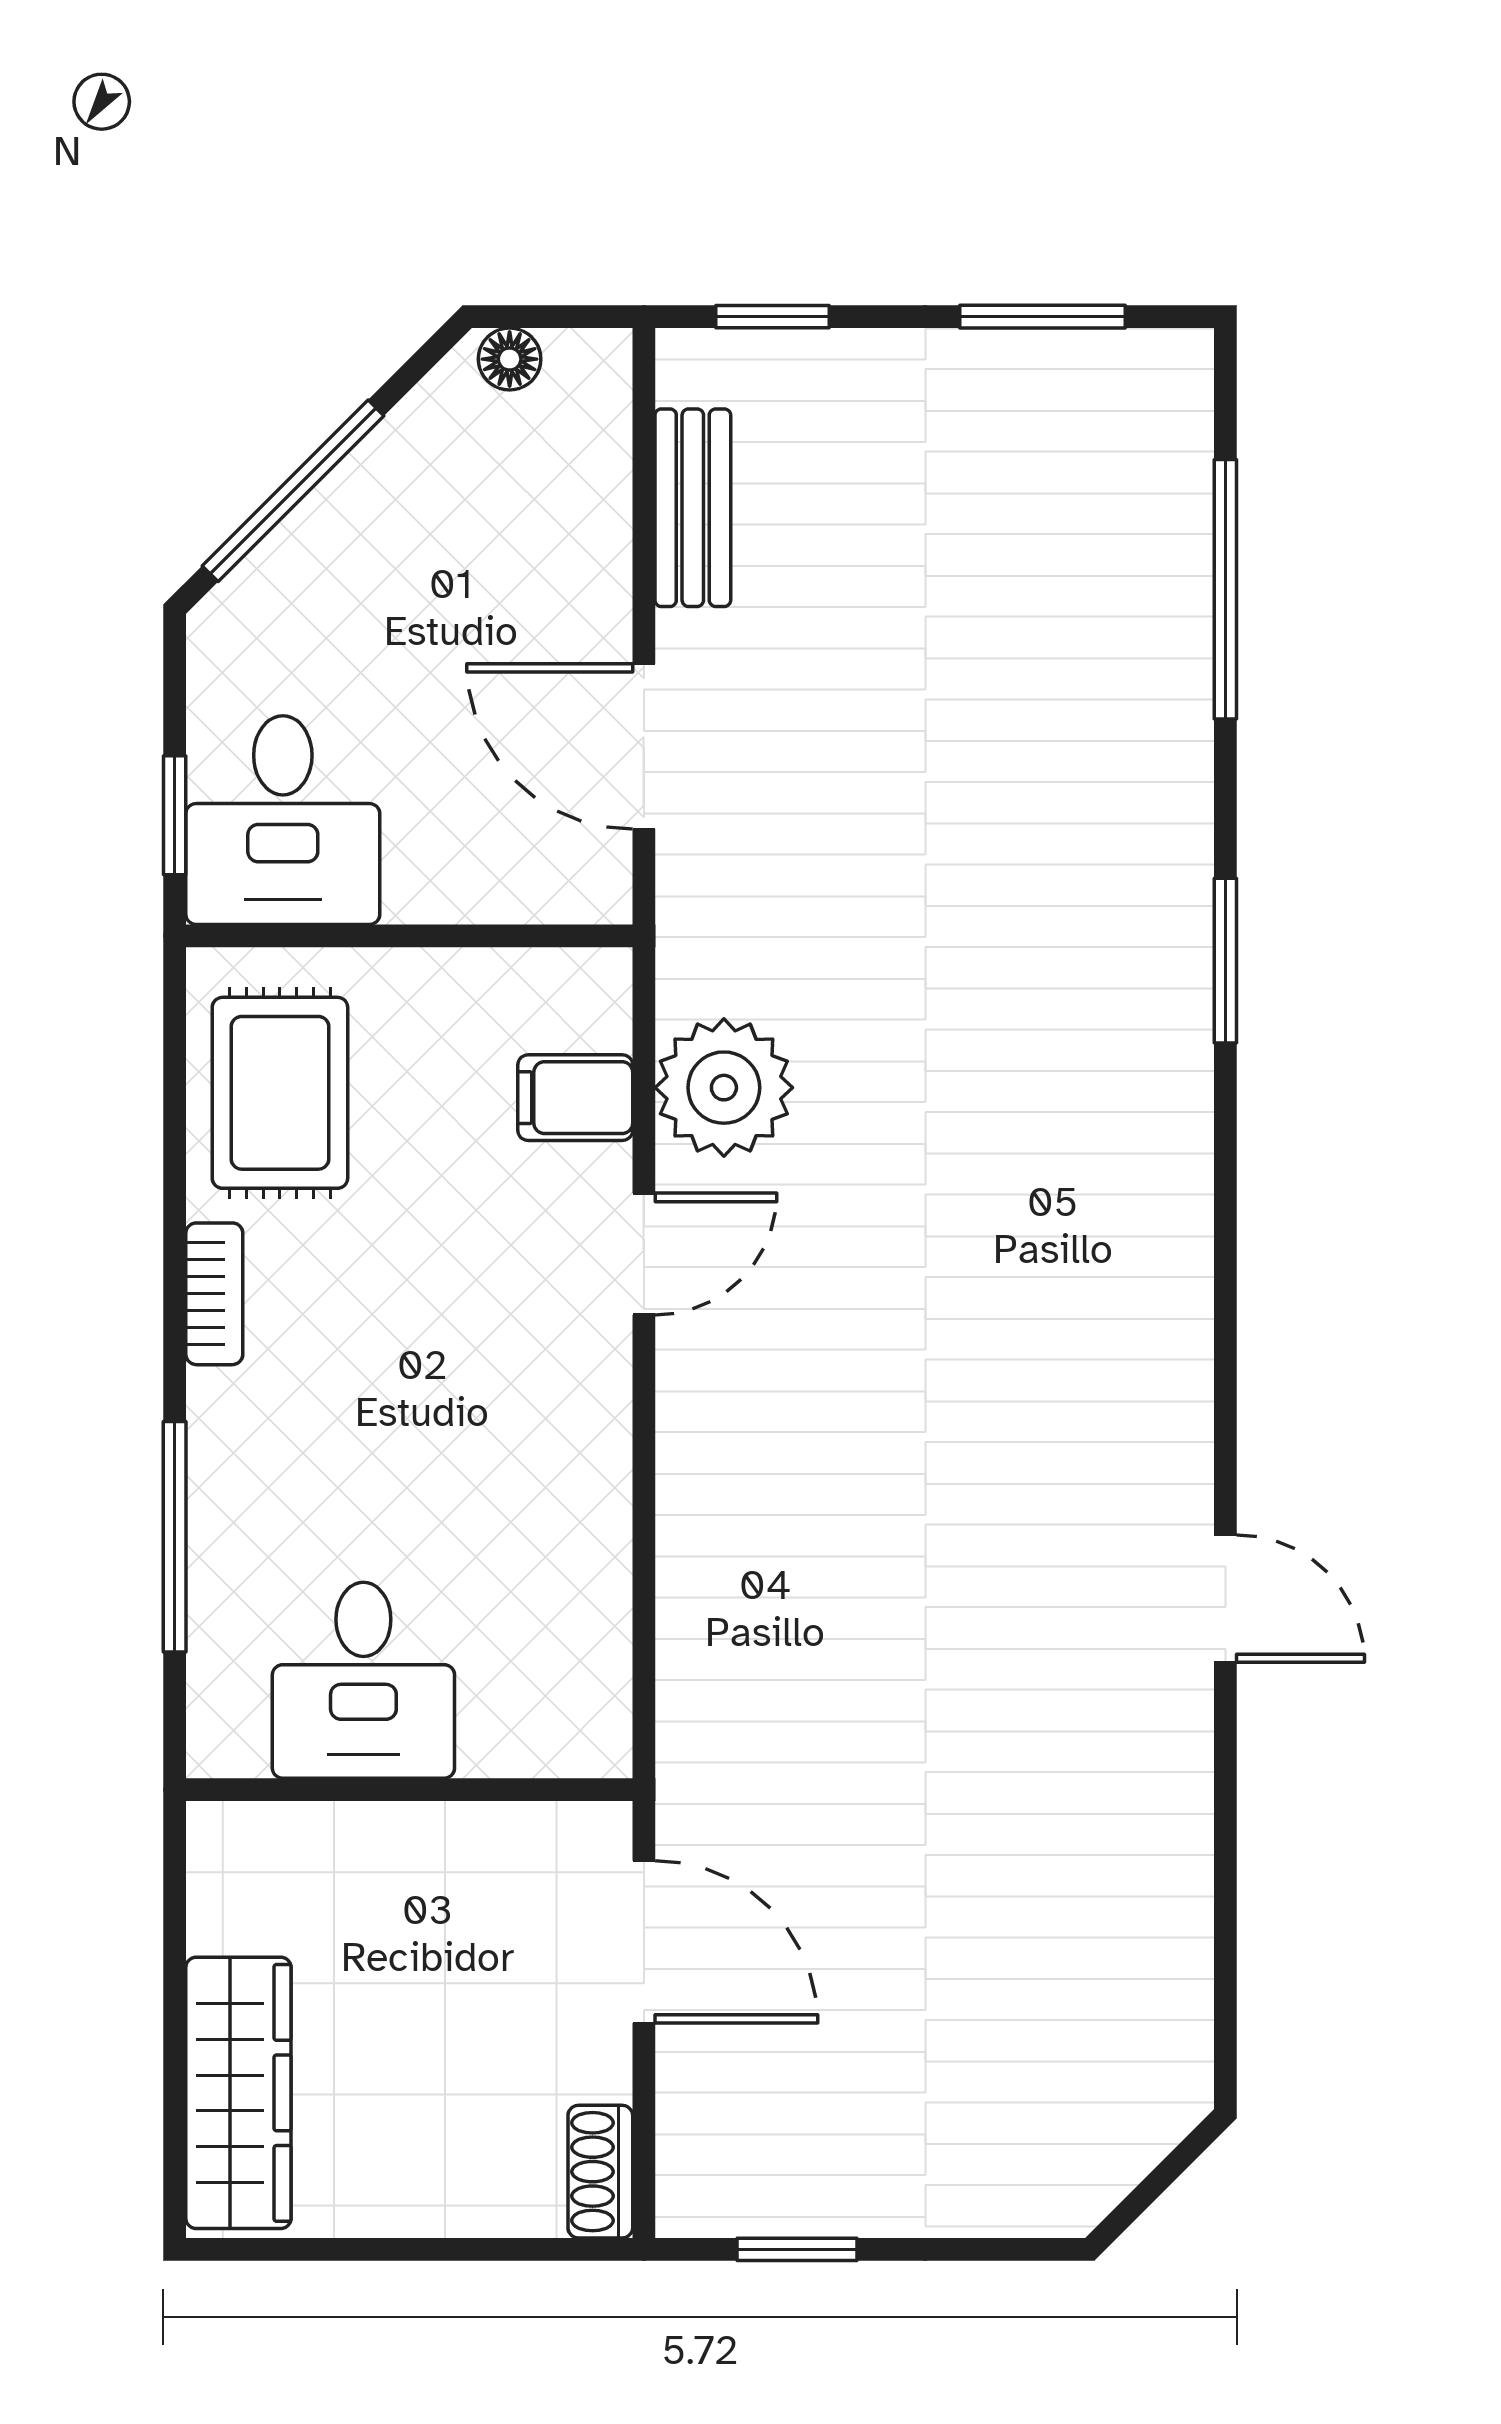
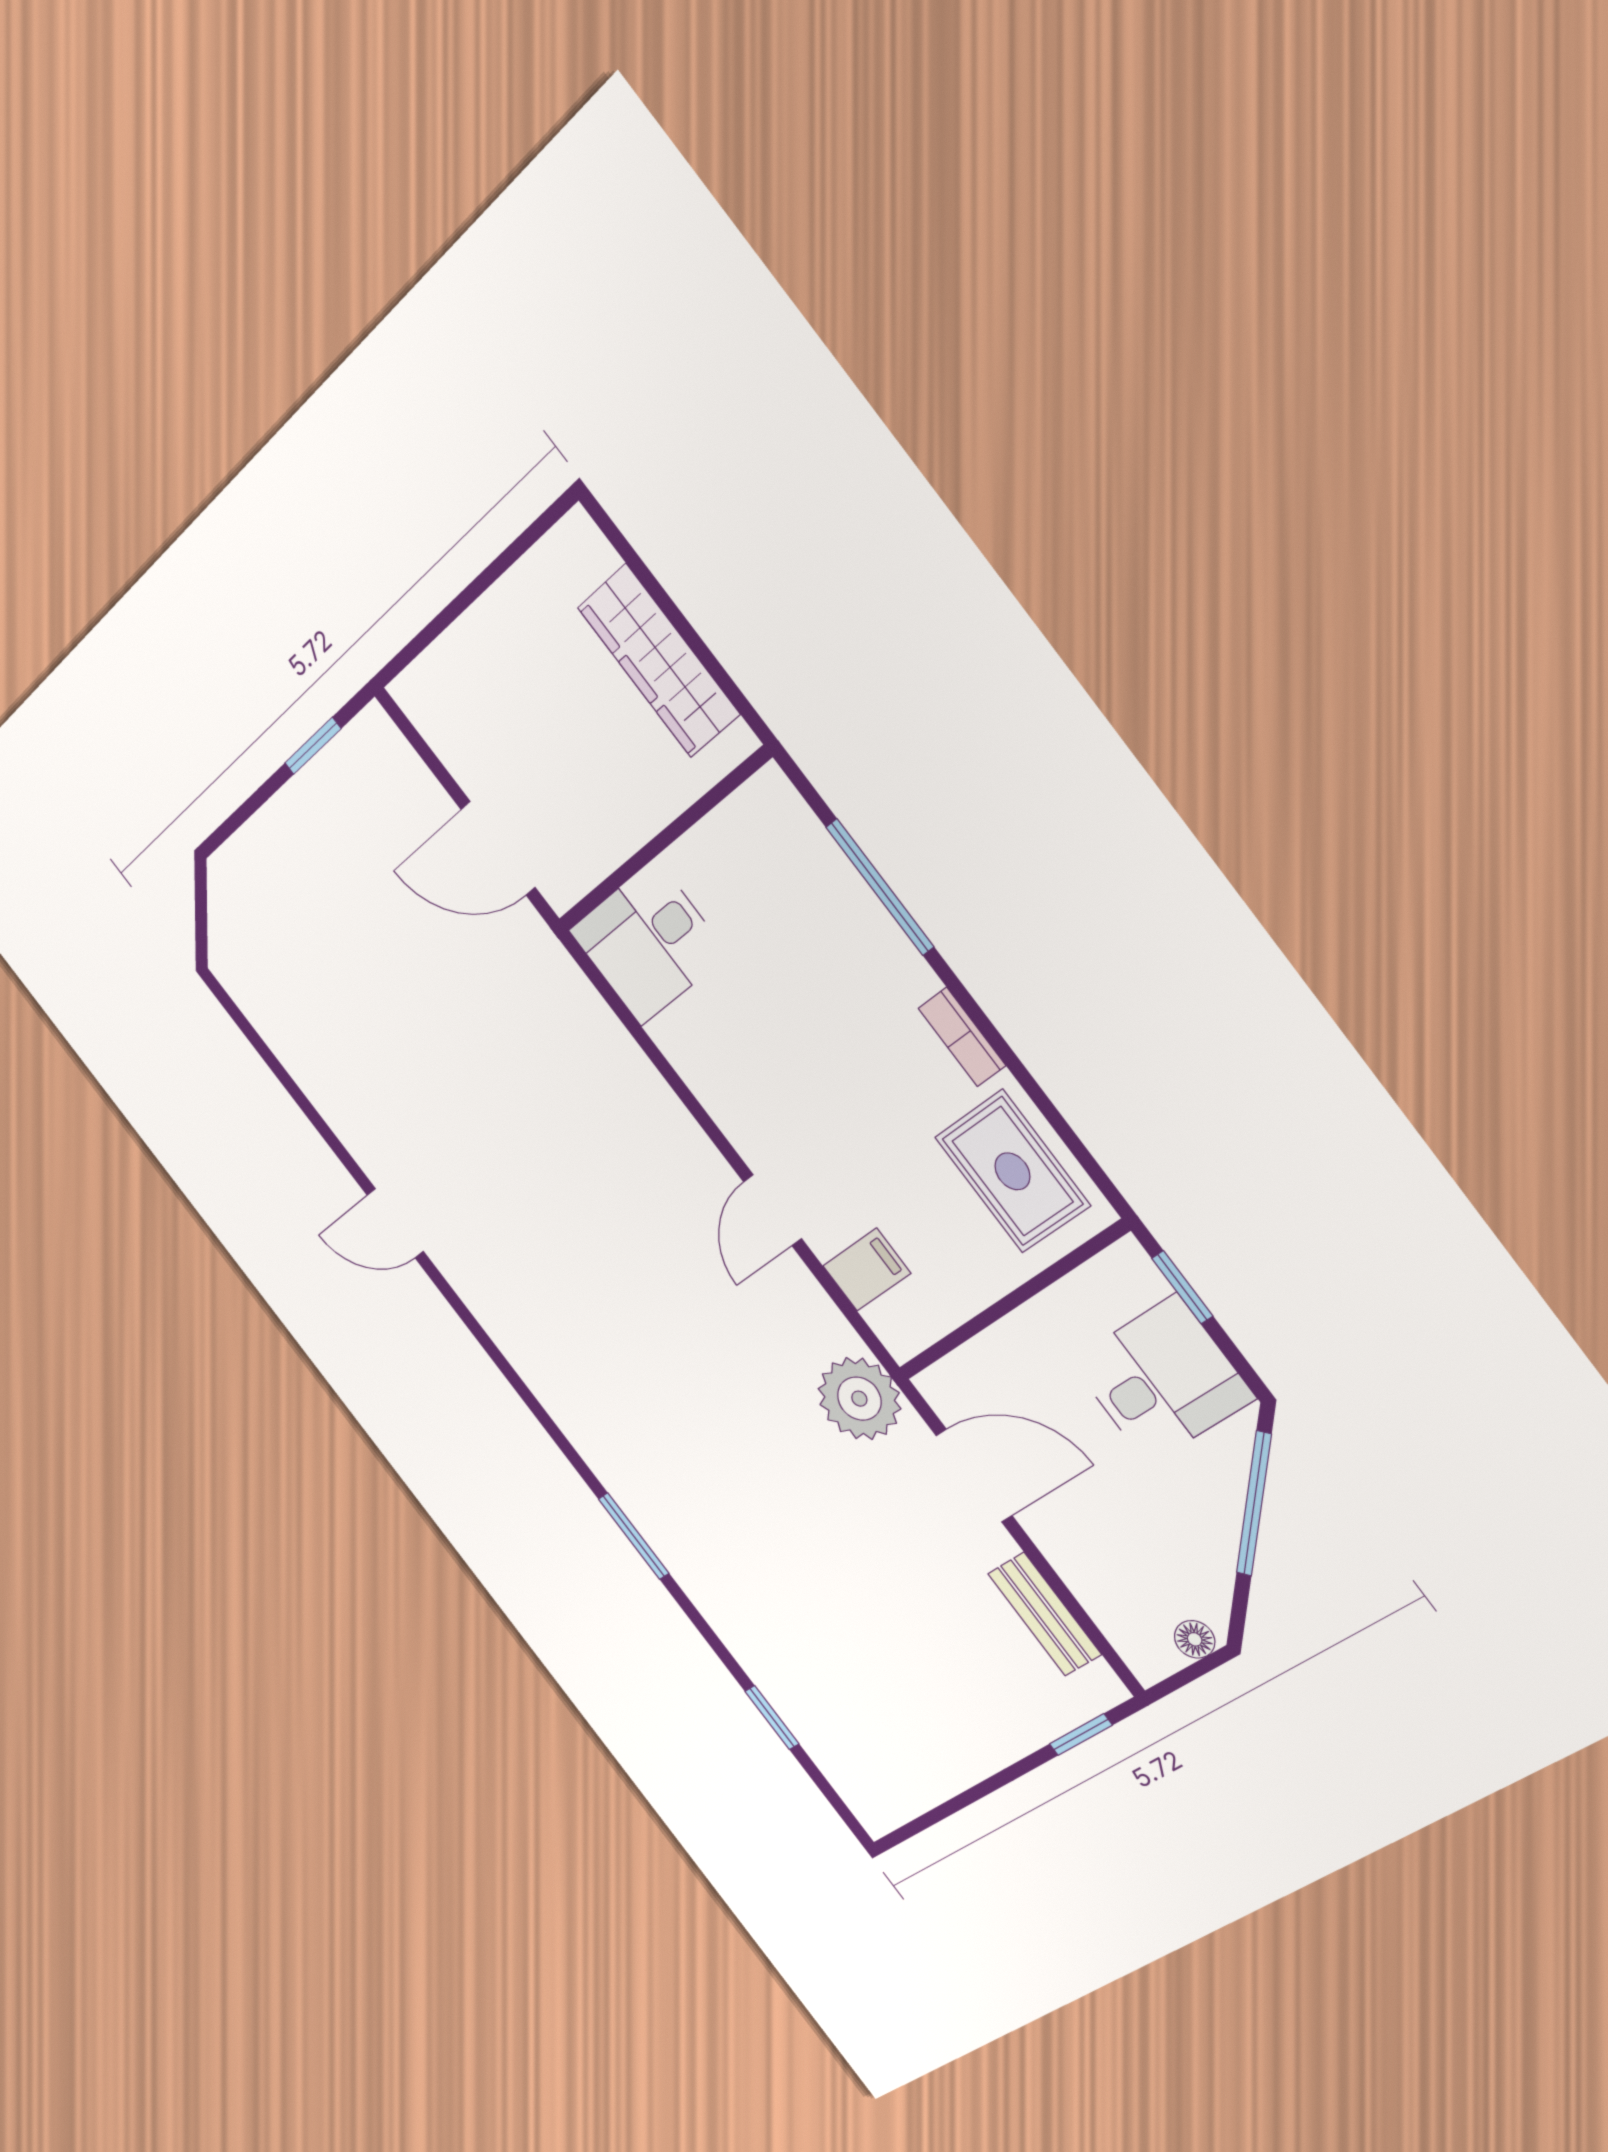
window: (1042, 317) -> (955, 1805), removed
window: (1225, 589) -> (772, 1718), width x0.46
desk: (283, 820) -> (1162, 1380), moved, turned 90
plant: (724, 1088) -> (859, 1399), moved
desk: (363, 1680) -> (648, 942), moved, turned -90
wardrobe: (238, 2093) -> (659, 661), moved
shoe rack: (600, 2172) -> (424, 710), removed

